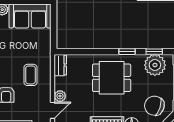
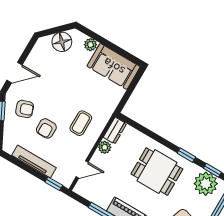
plant: (60, 96) -> (105, 147), moved

